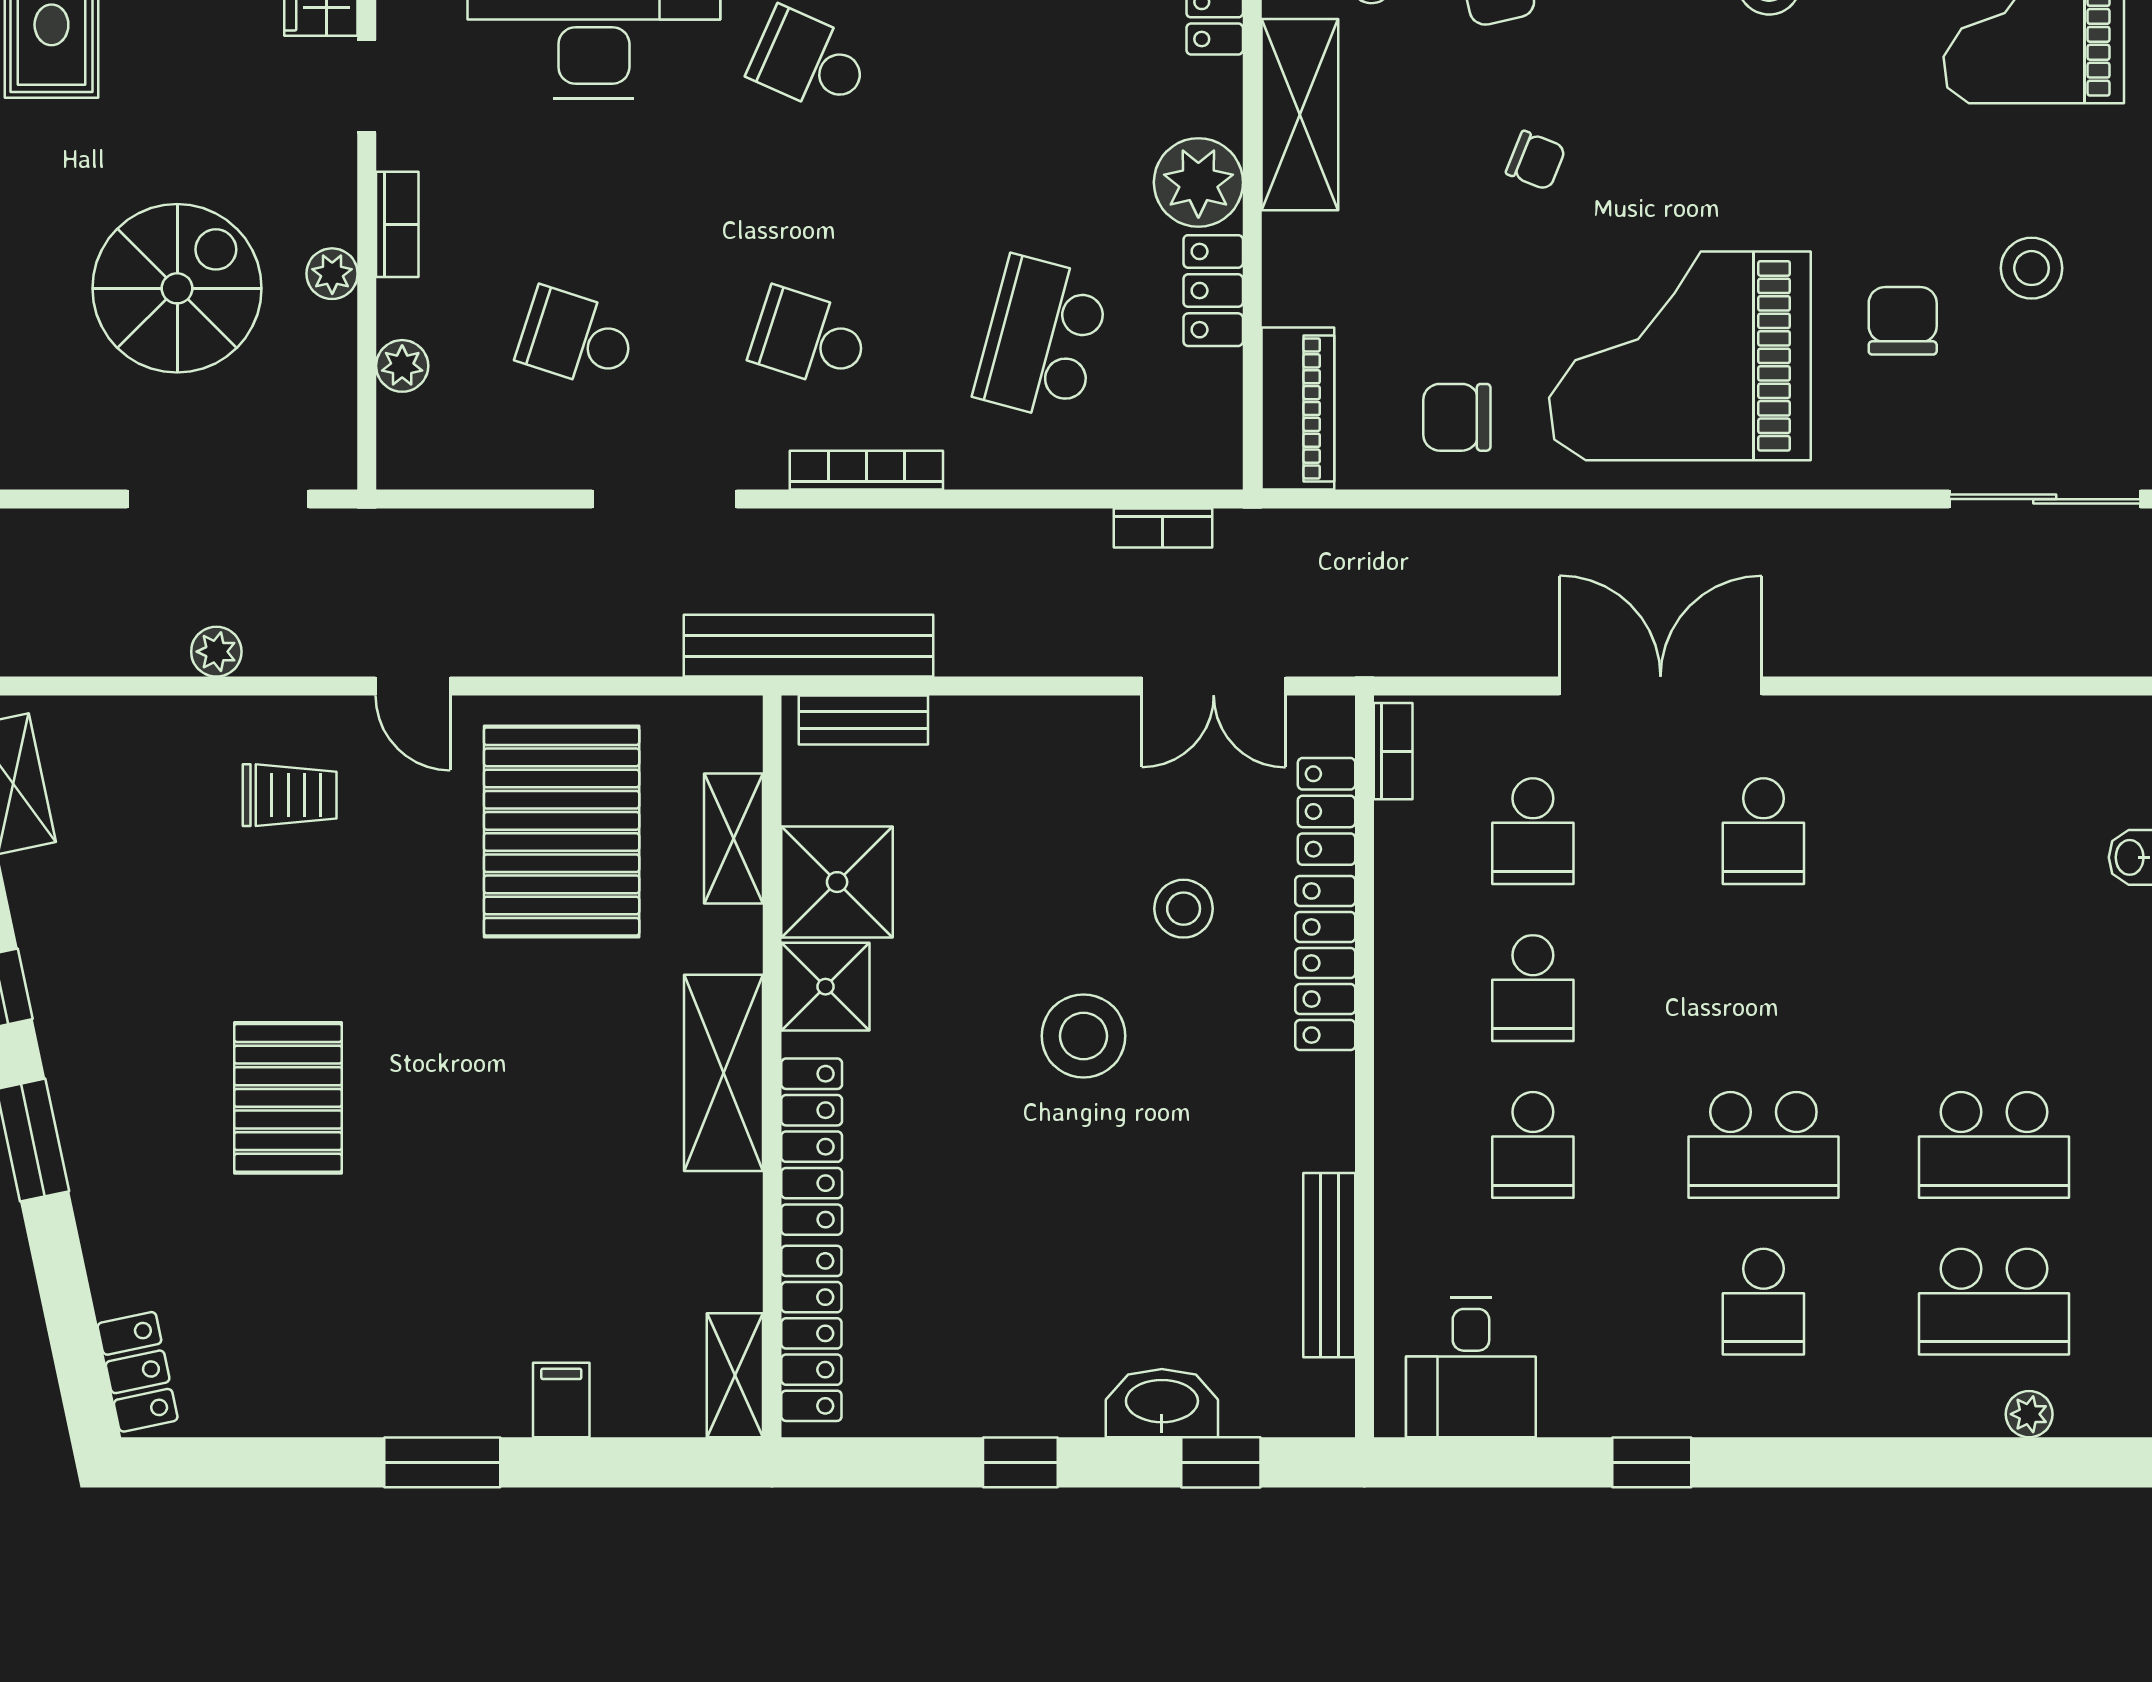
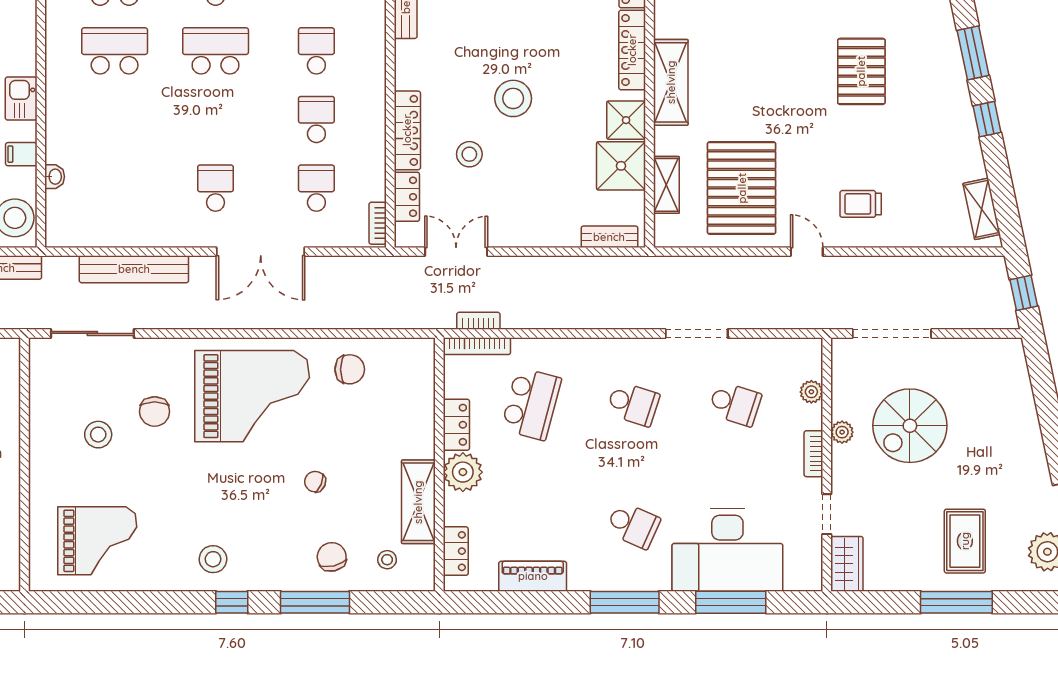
piano: (1298, 408) -> (419, 373), removed
bookcase: (866, 470) -> (477, 346), moved
bench: (809, 646) -> (134, 269), moved
plant: (216, 652) -> (893, 267), removed

